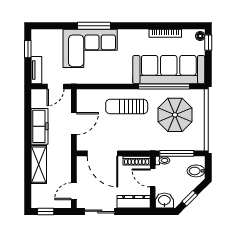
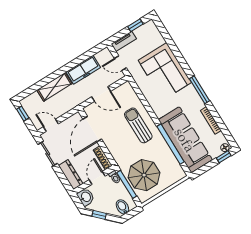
window: (94, 26) -> (200, 90), moved
parasol: (175, 115) -> (144, 175), moved

